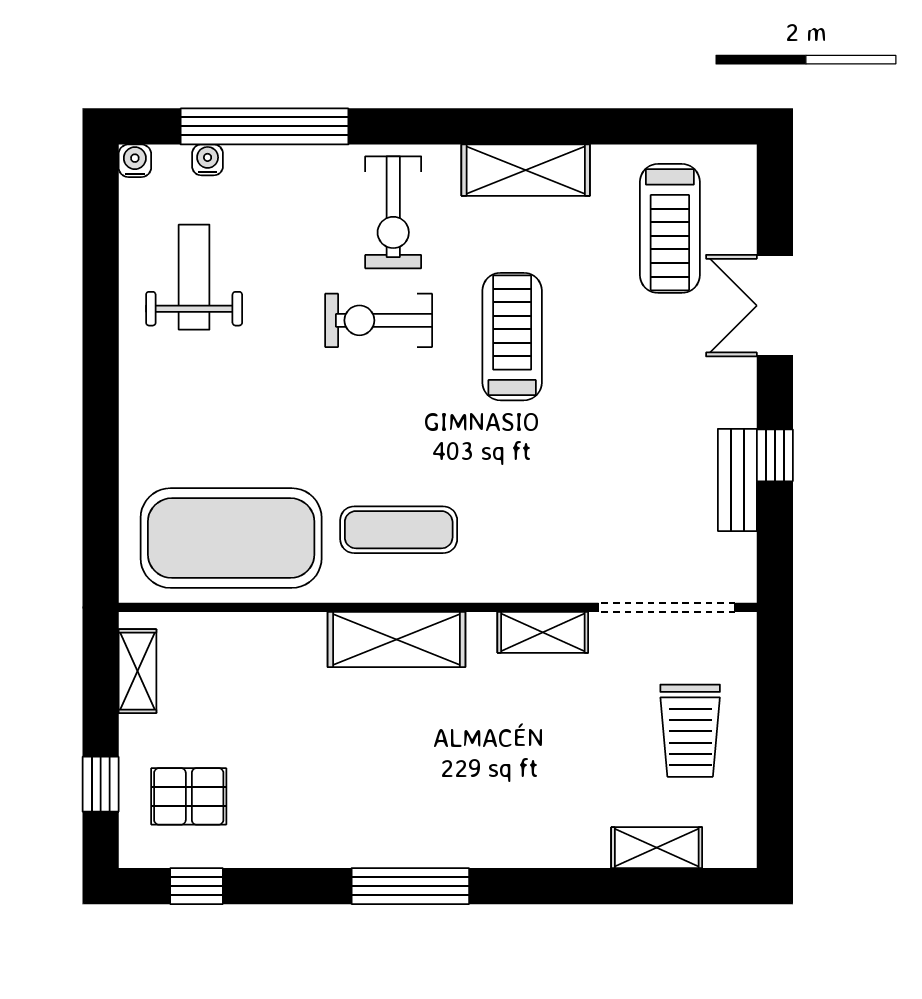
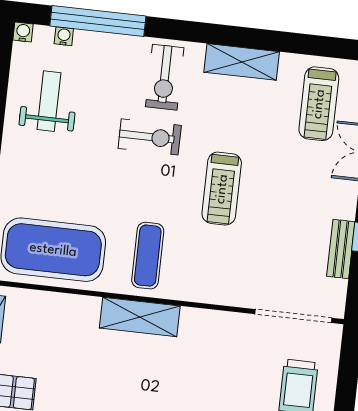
exercise bike: (379, 320) -> (150, 137), turned 180
treadmill: (512, 337) -> (222, 189), moved, turned 180
exercise mat: (399, 530) -> (148, 256), turned 90
shelving: (543, 632) -> (222, 322), removed

